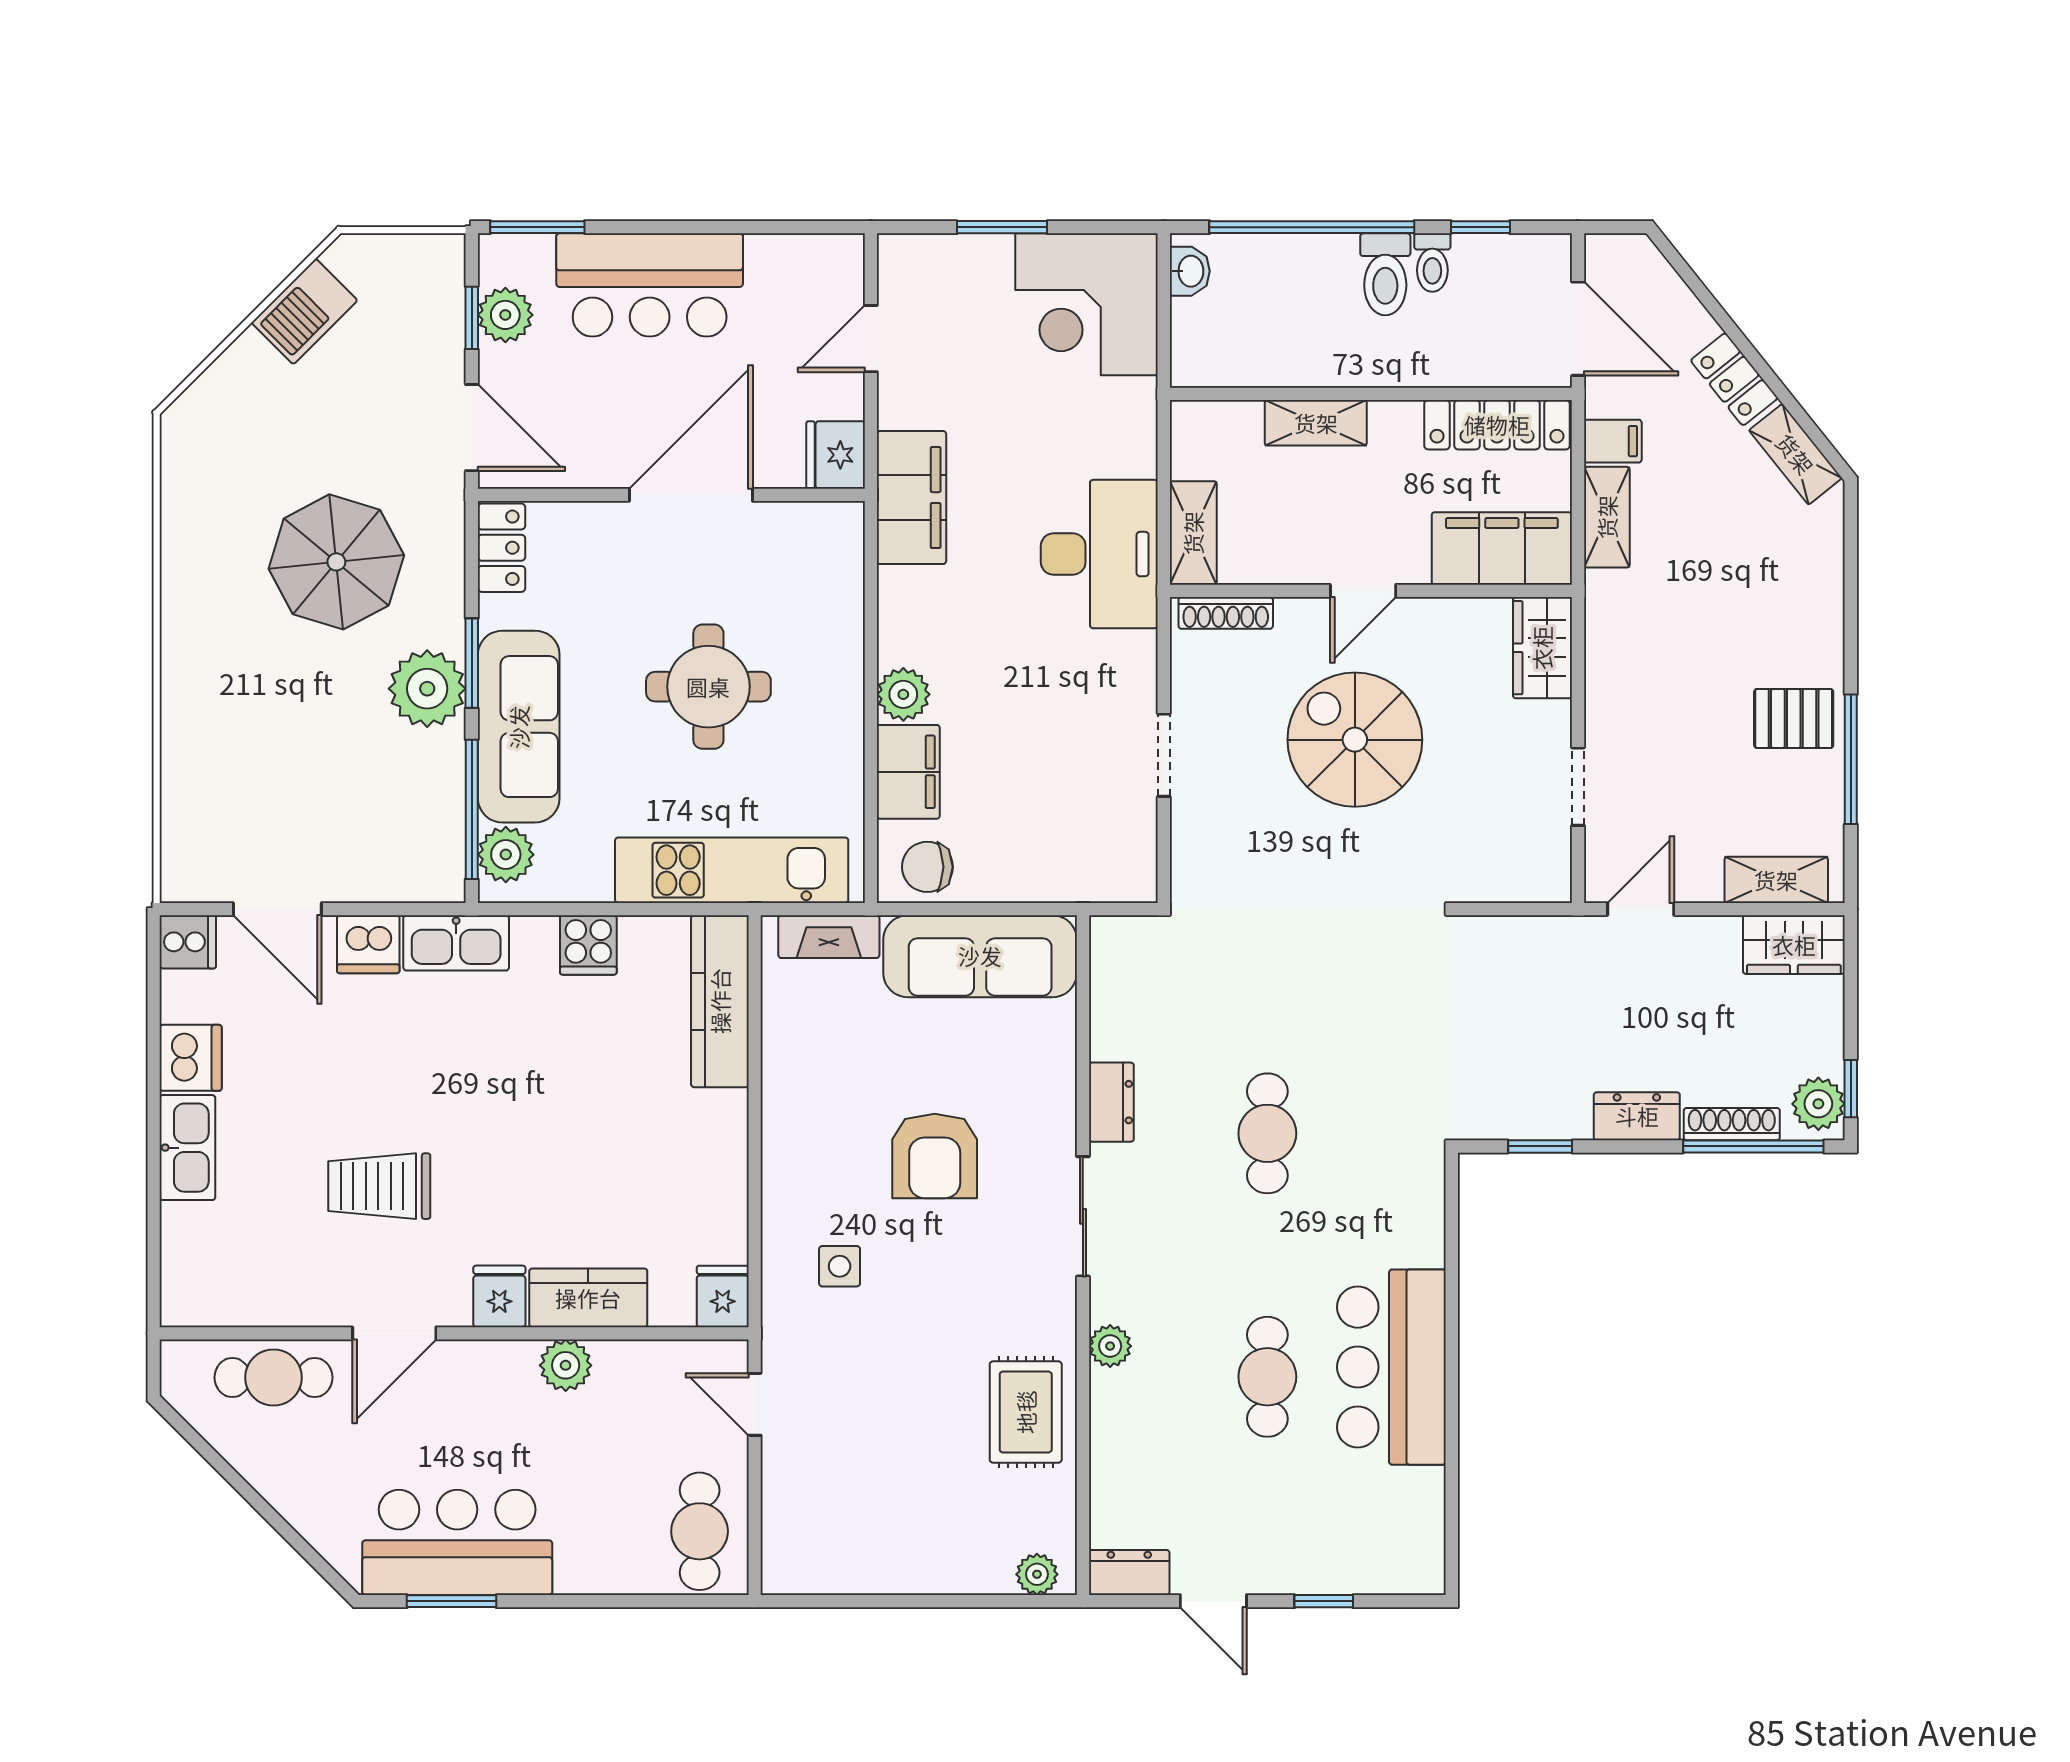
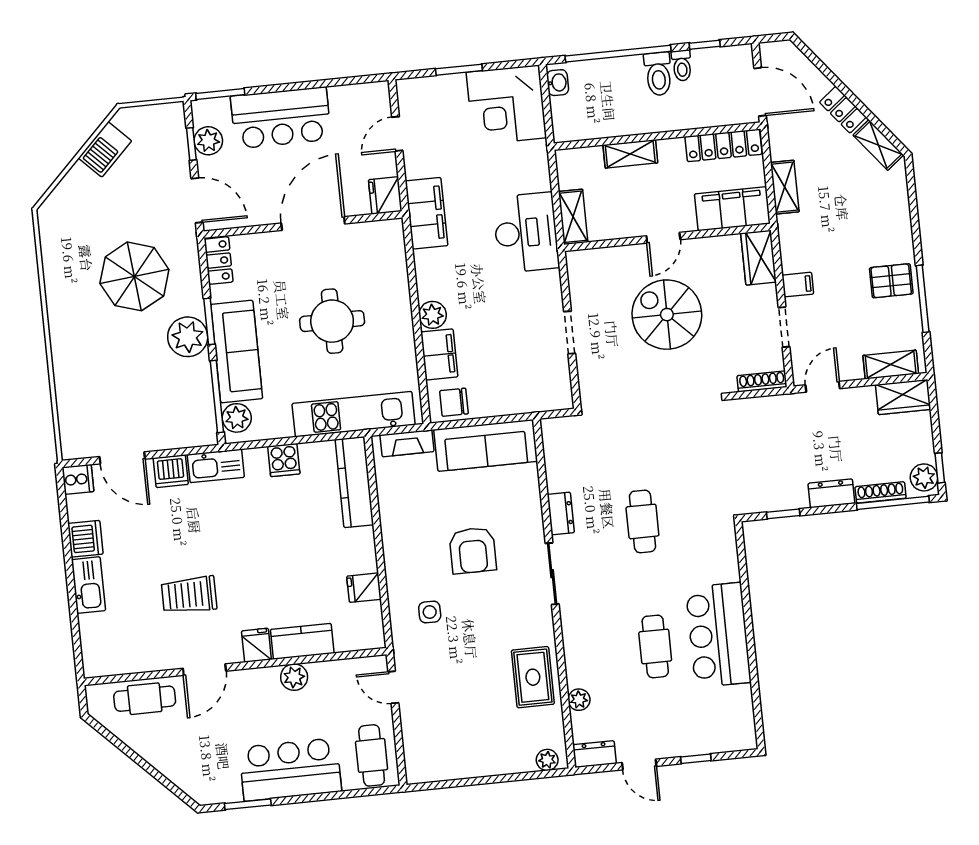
filing cabinet: (1613, 441) -> (798, 285), moved
shoe rack: (1226, 613) -> (762, 381), moved, turned 180
fridge: (723, 1296) -> (364, 588), moved, turned -90
plant: (1110, 1346) -> (579, 700), moved
bar counter: (457, 1542) -> (290, 769), moved

